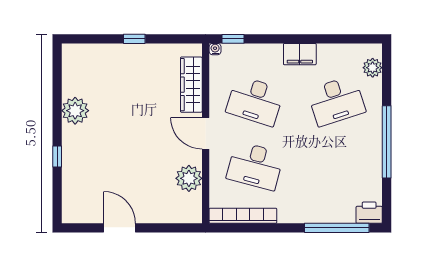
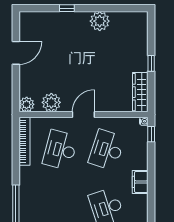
wardrobe: (191, 85) -> (140, 92), moved, turned -90
plant: (192, 213) -> (27, 104), added

